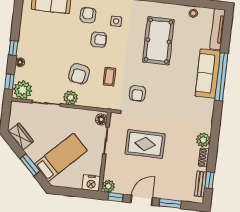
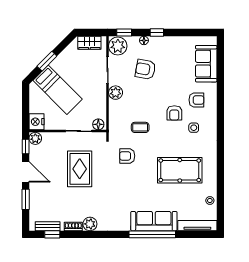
armchair: (79, 74) -> (145, 69), moved
wardrobe: (21, 136) -> (89, 43), moved, turned 45

